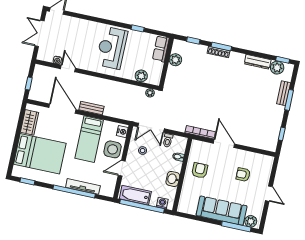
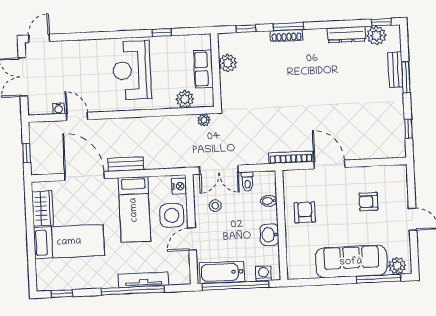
row of seats: (161, 49) -> (203, 69), moved
bed: (40, 154) -> (69, 242), width x0.67

